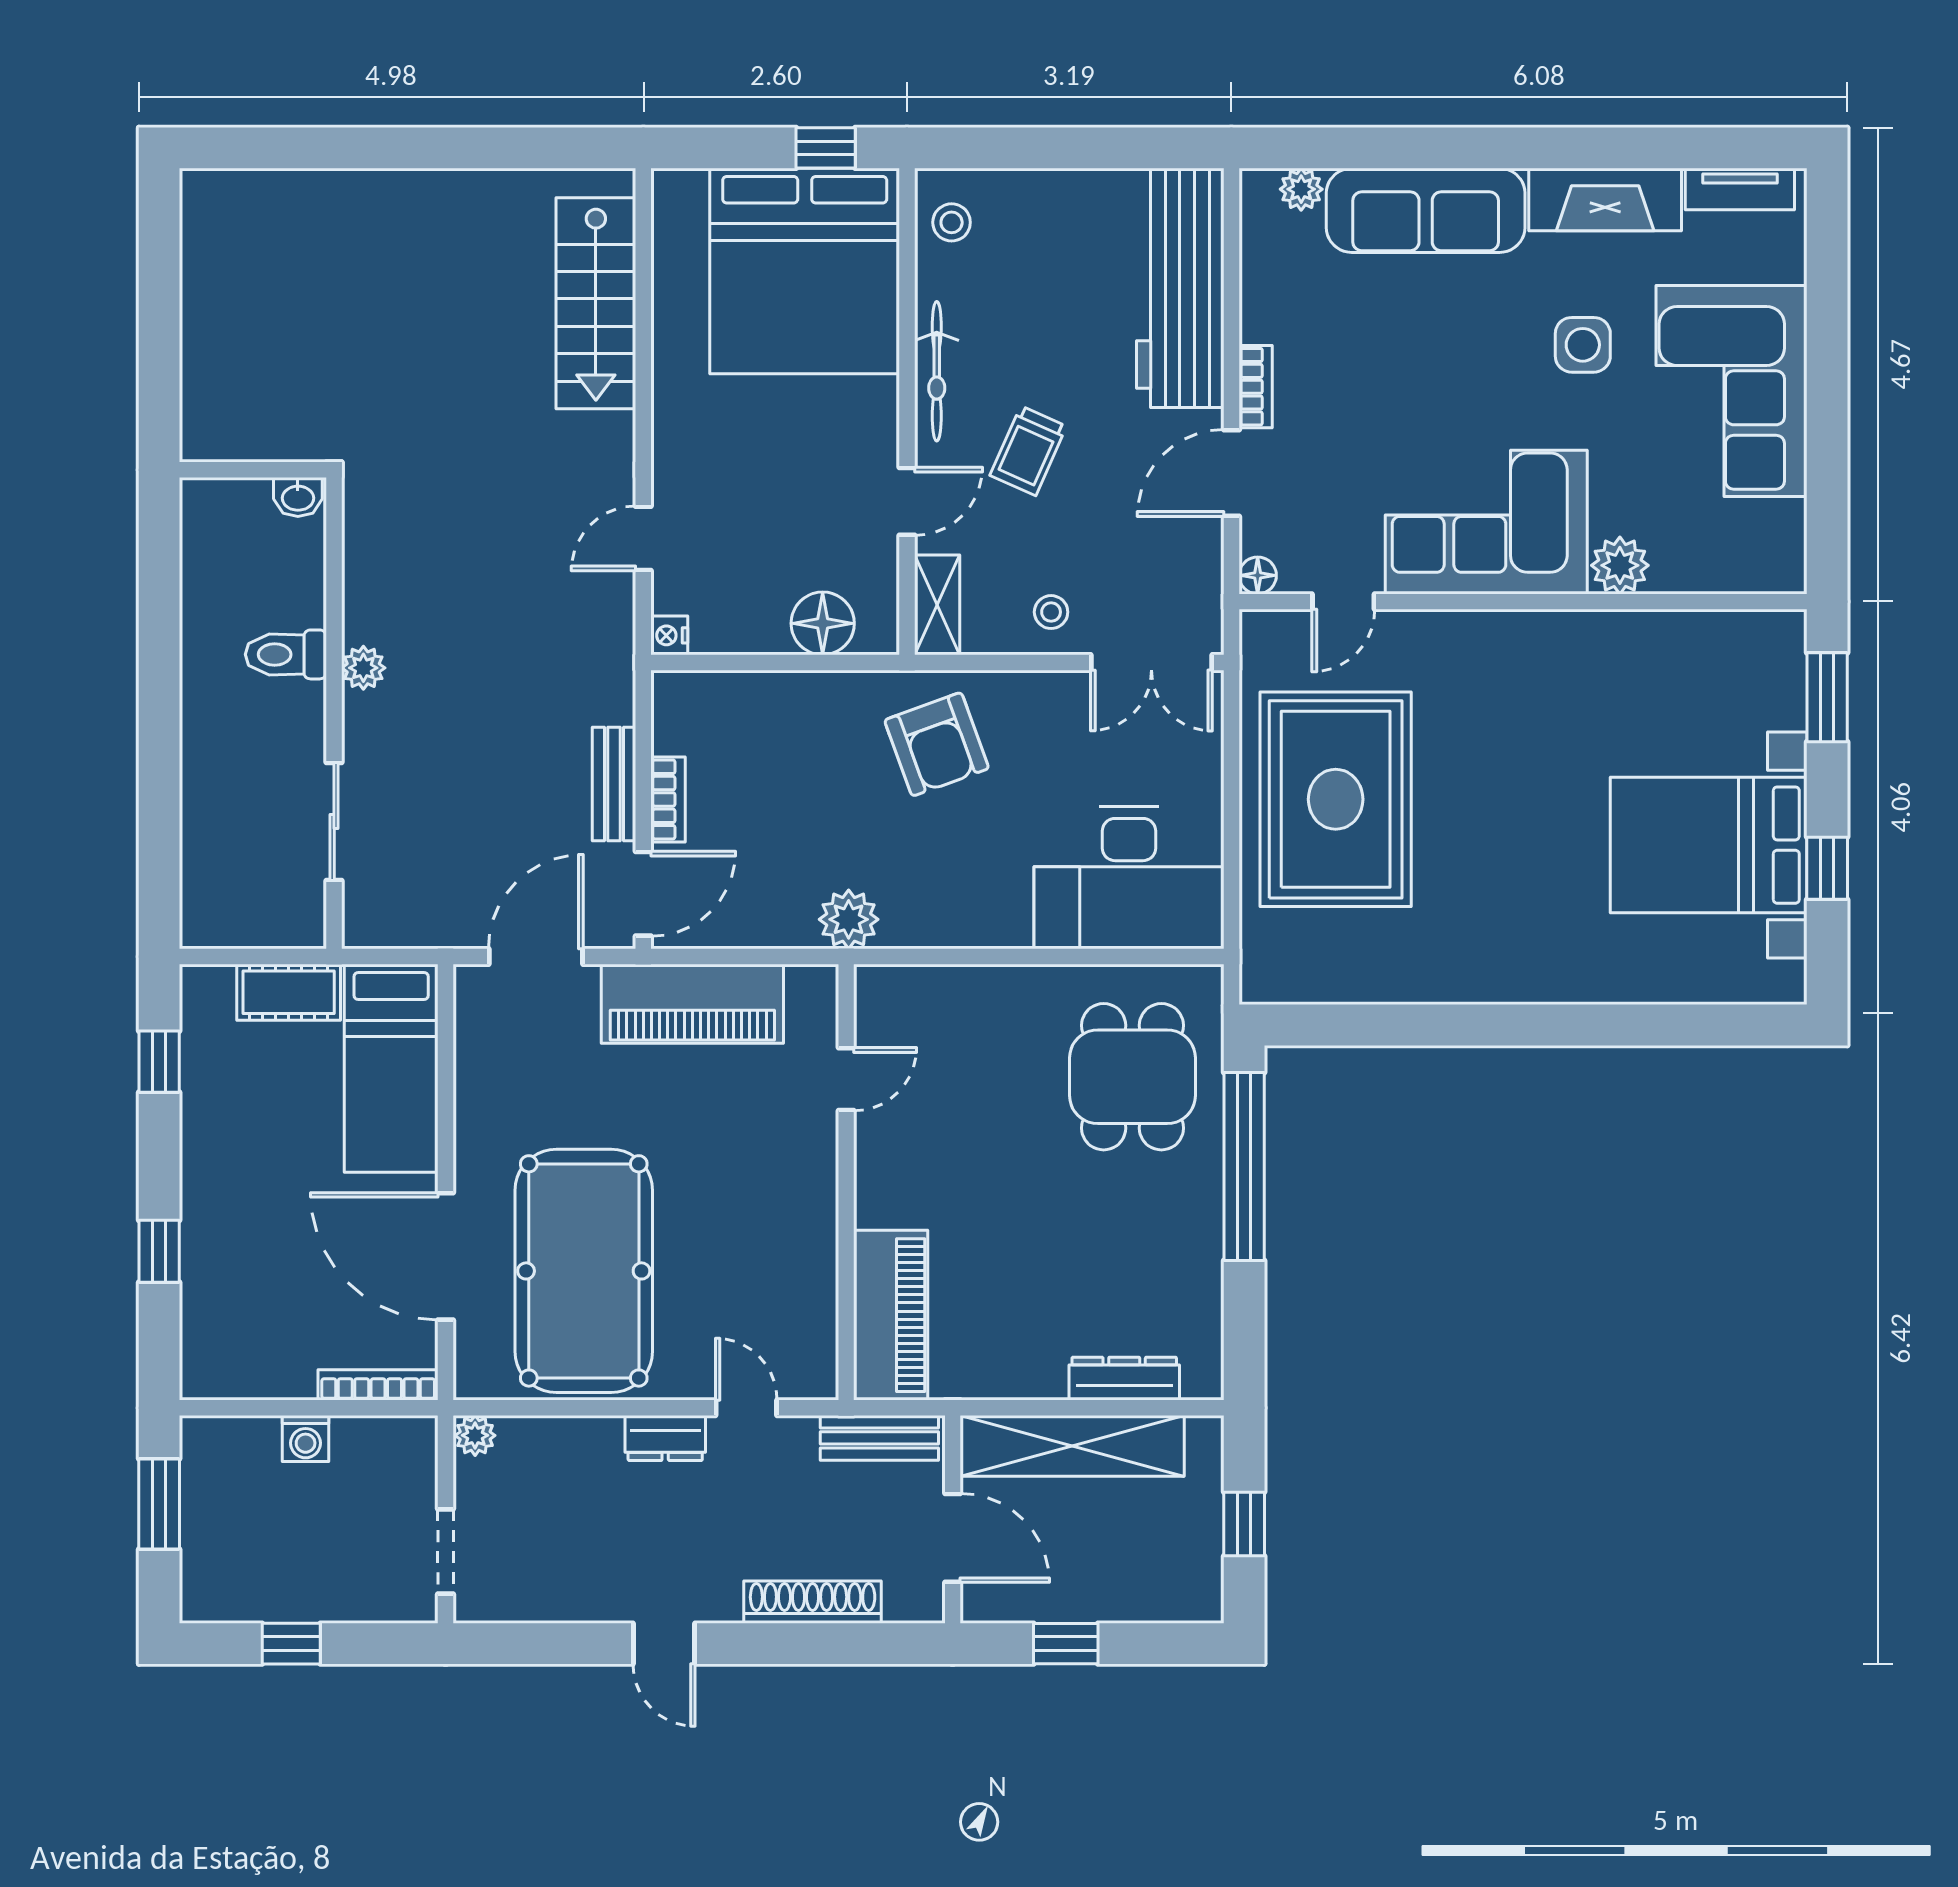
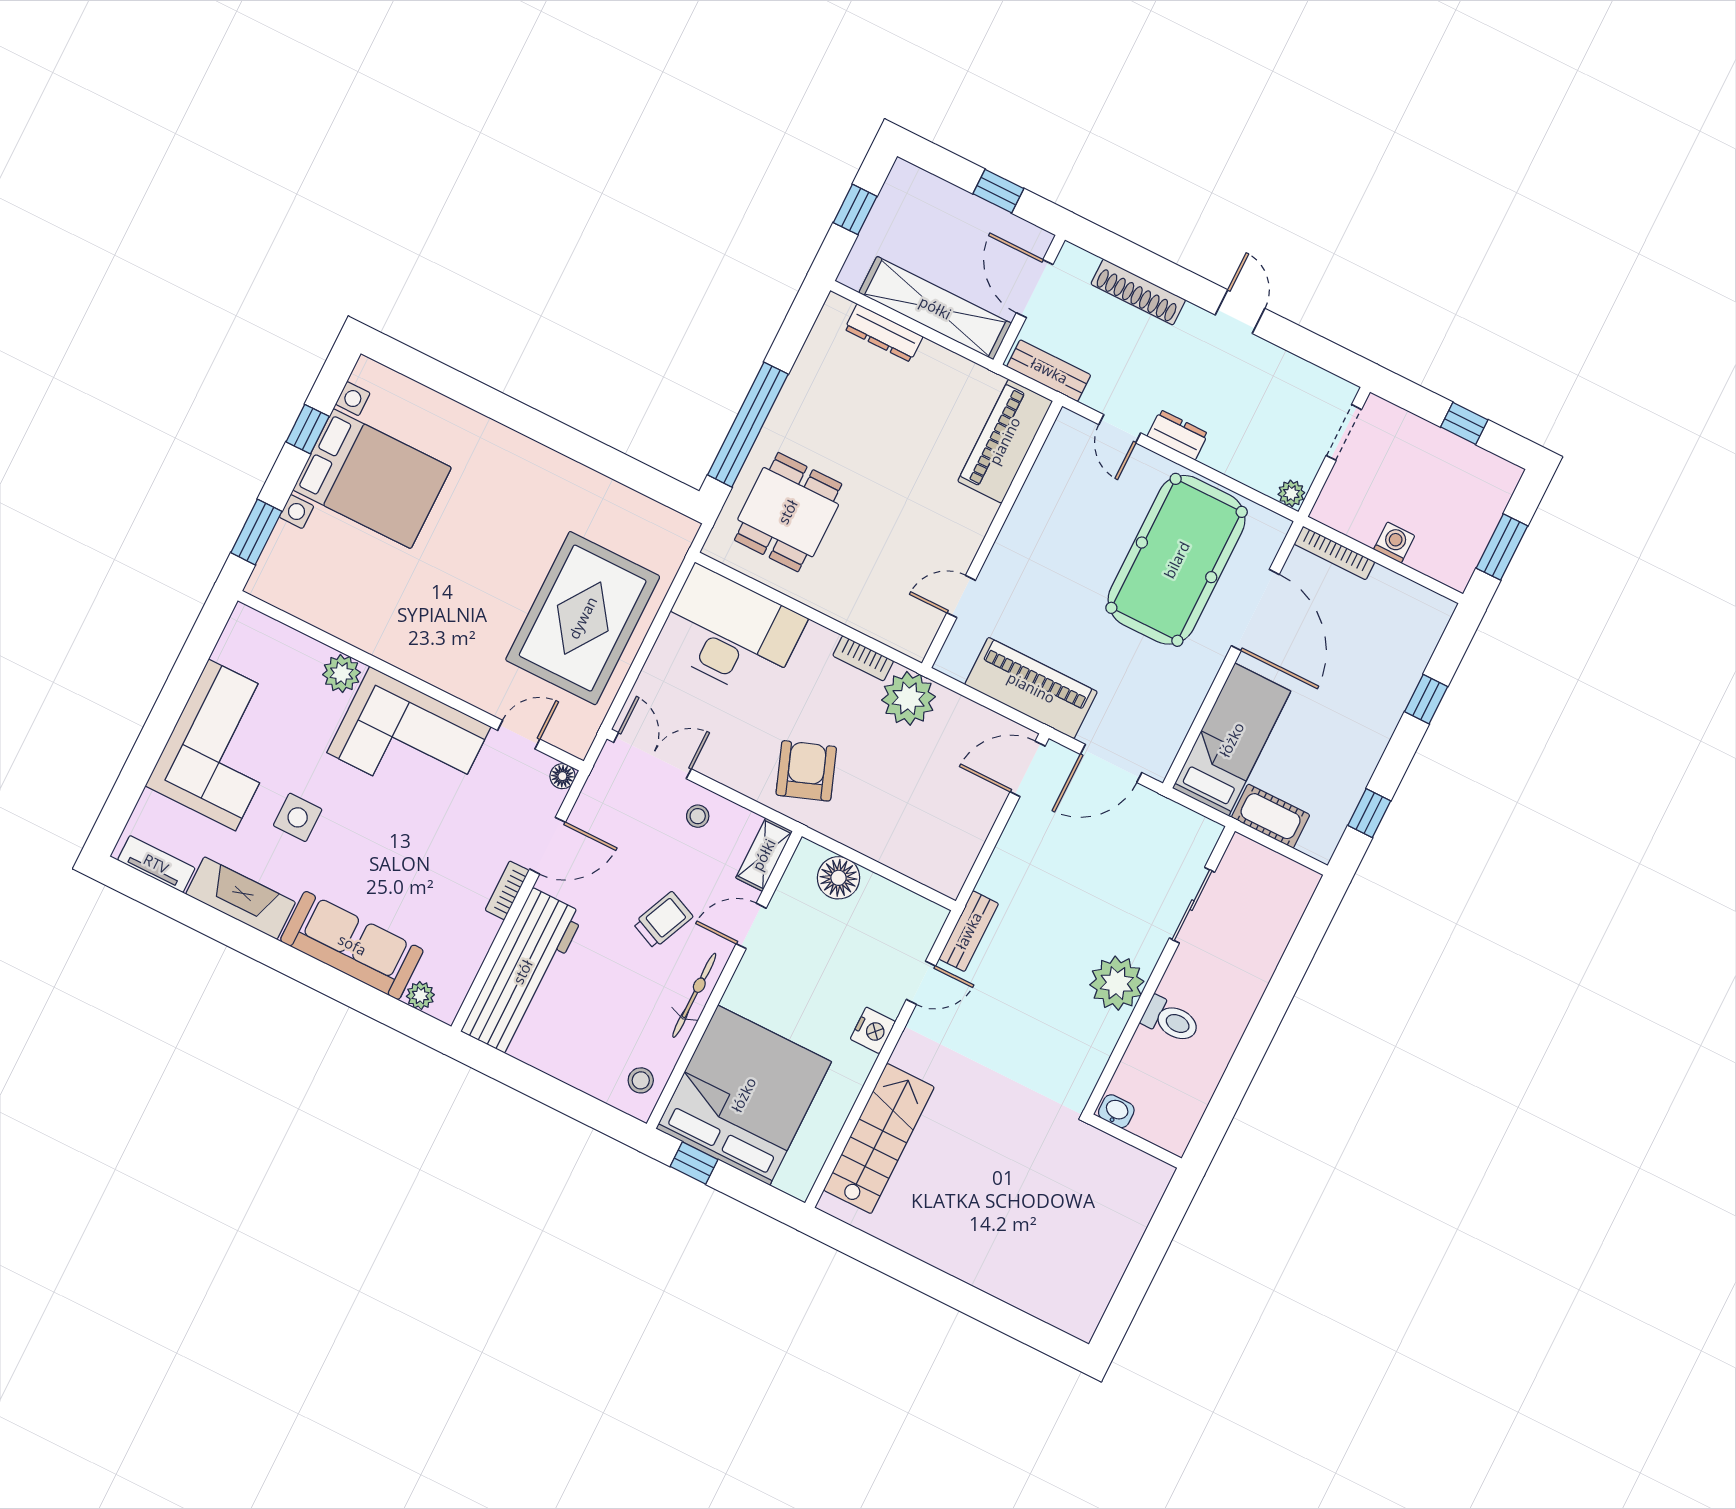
nightstand: (669, 635) -> (873, 1030), moved, width x1.39, depth x1.35
plant: (363, 668) -> (1117, 983), width x1.87, depth x1.87
bench: (614, 784) -> (969, 931), moved
bookcase: (668, 799) -> (863, 658), moved, turned -90
plant: (849, 919) -> (909, 698), width x1.36, depth x1.36

